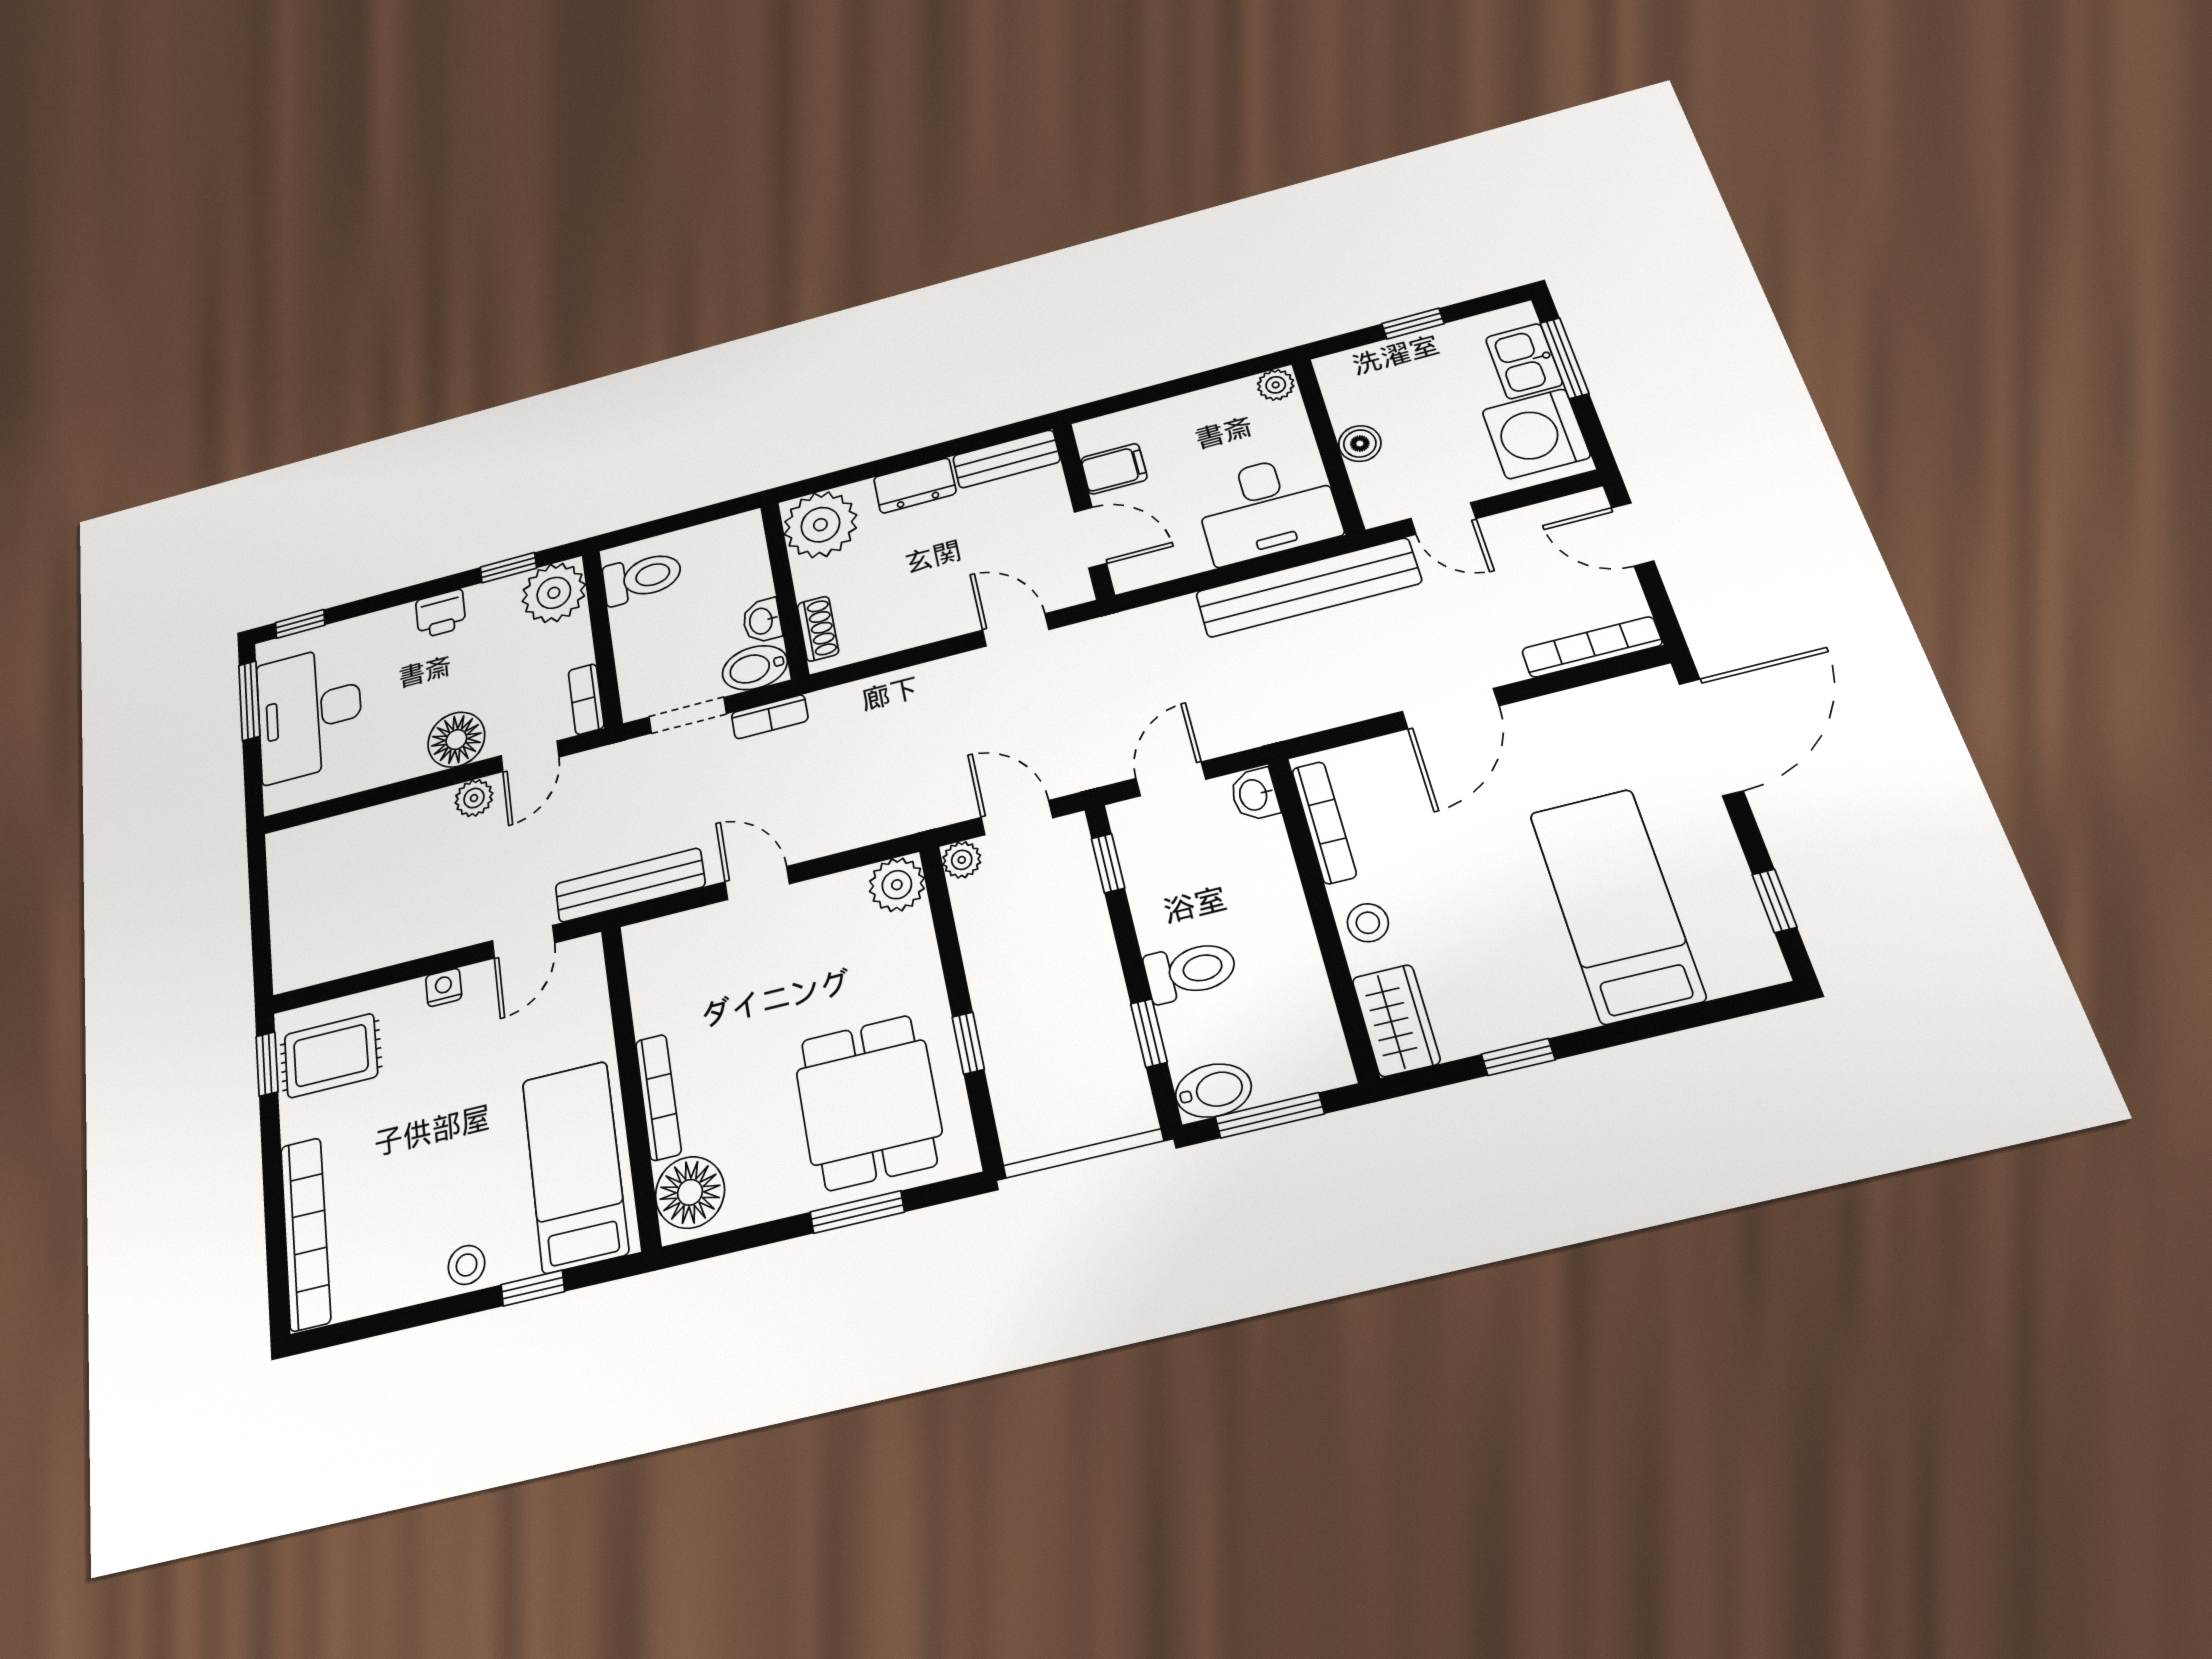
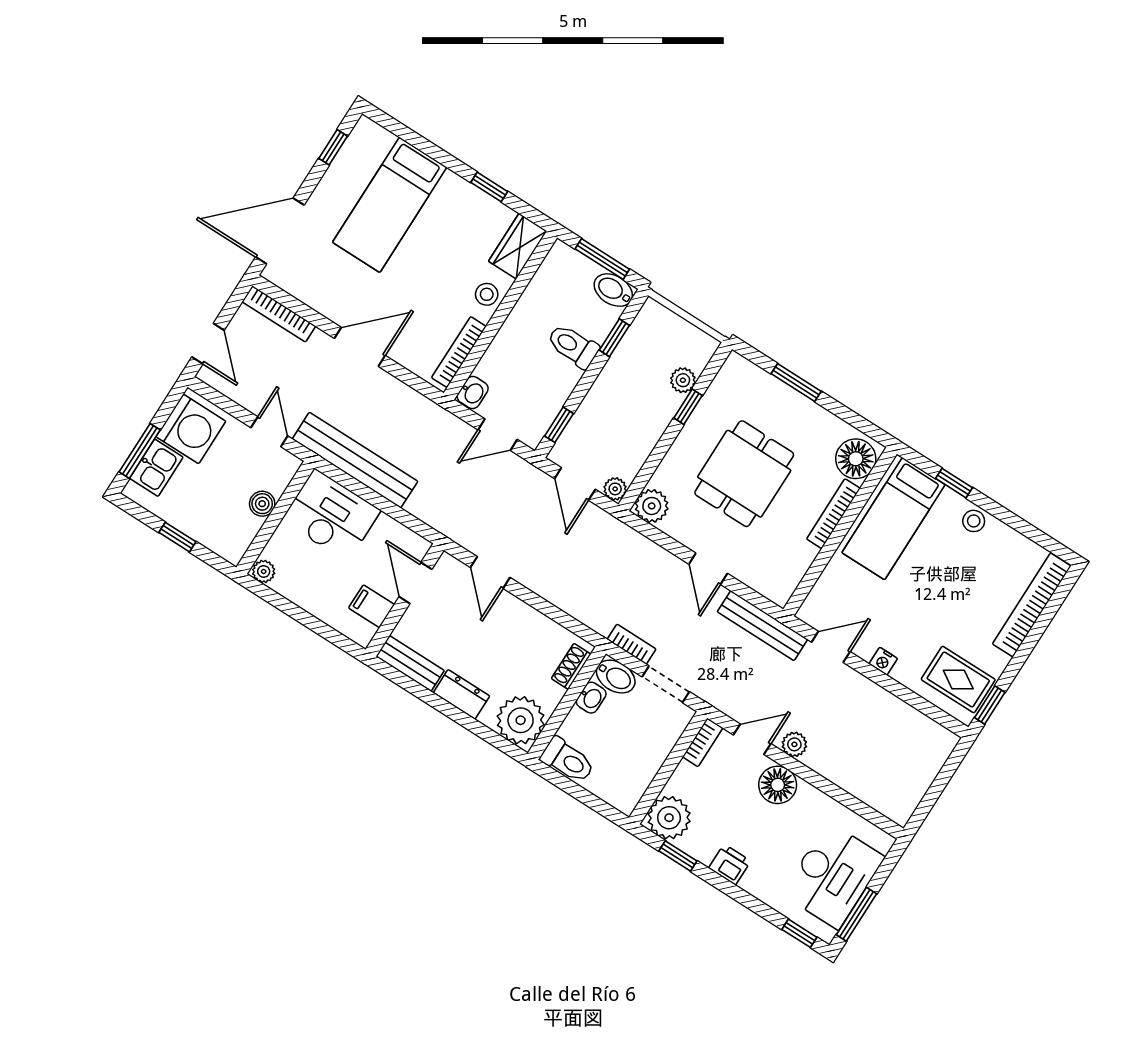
toilet: (642, 578) -> (568, 760), moved, turned 180
plant: (1007, 1069) -> (683, 380), added
dining table: (869, 1102) -> (744, 474), moved

